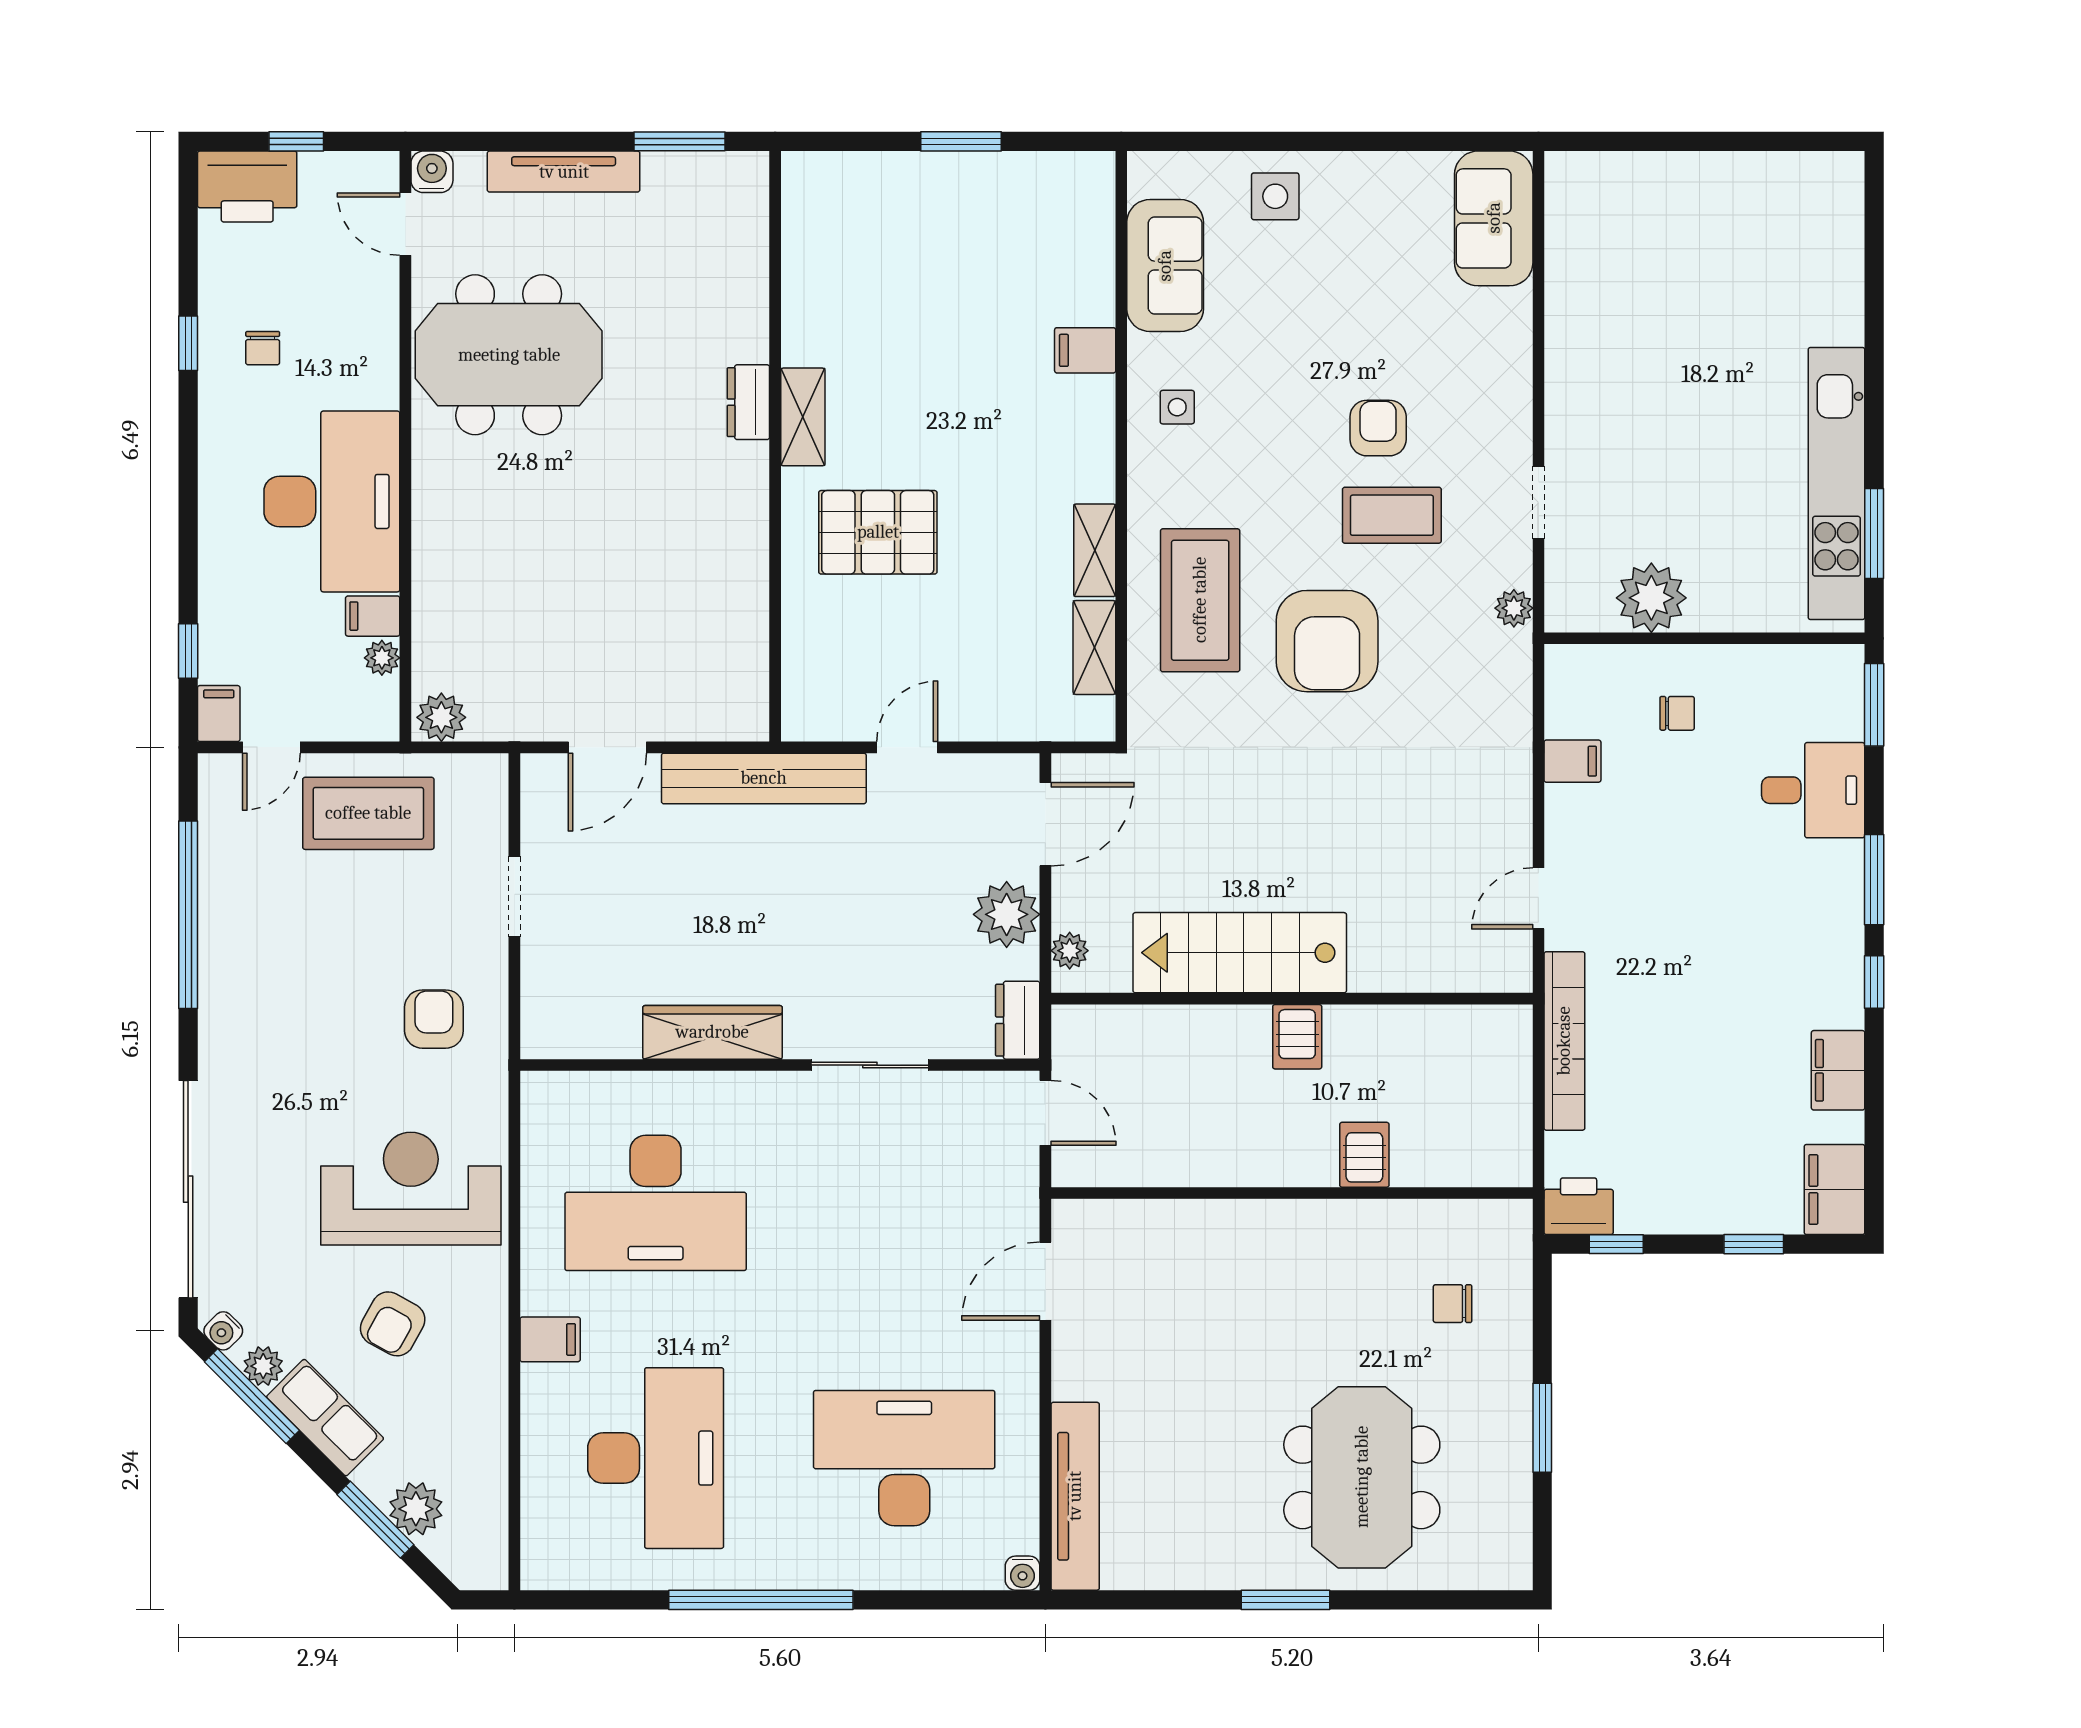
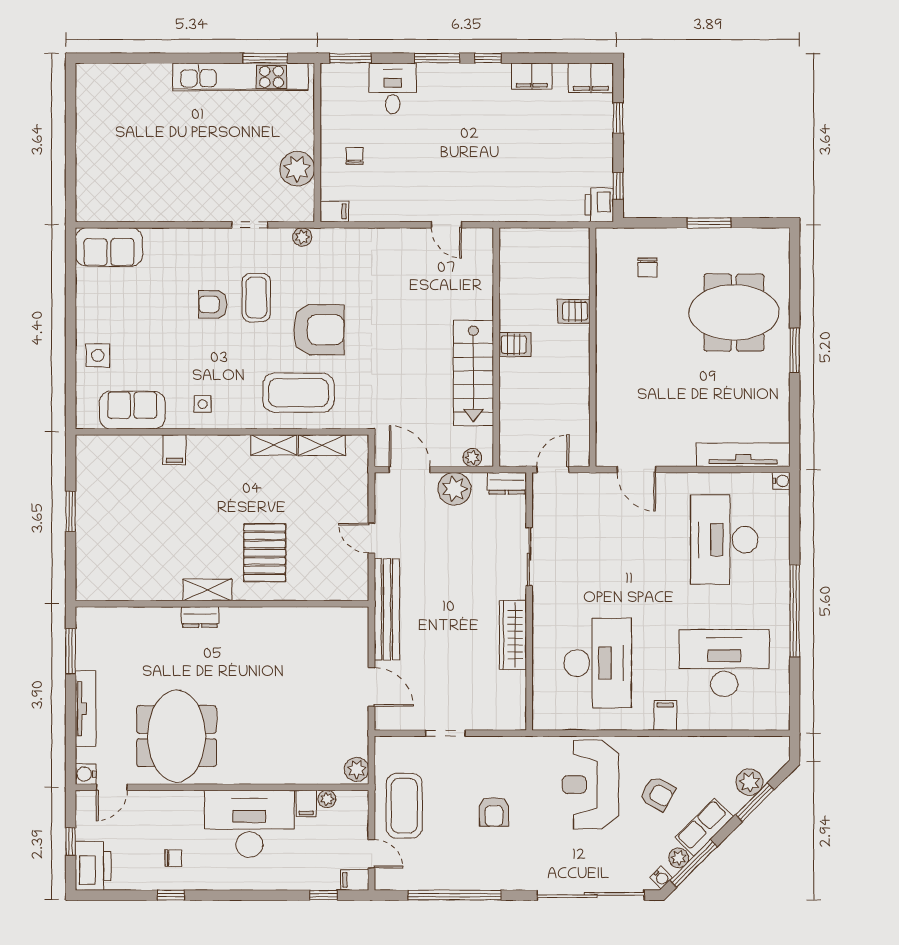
filing cabinet: (1572, 761) -> (334, 211), moved, turned 90
armchair: (434, 1019) -> (494, 812), moved, turned -90
bookcase: (1564, 1041) -> (517, 212), removed

